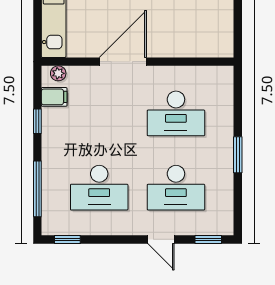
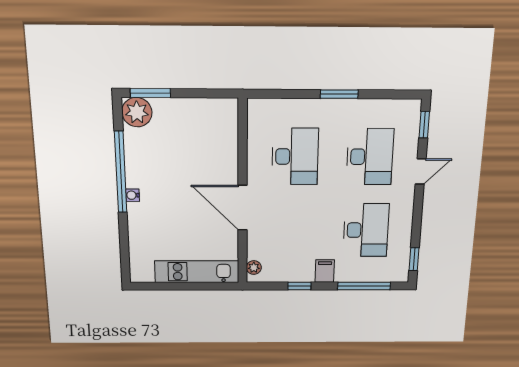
filing cabinet: (54, 97) -> (325, 271), moved

